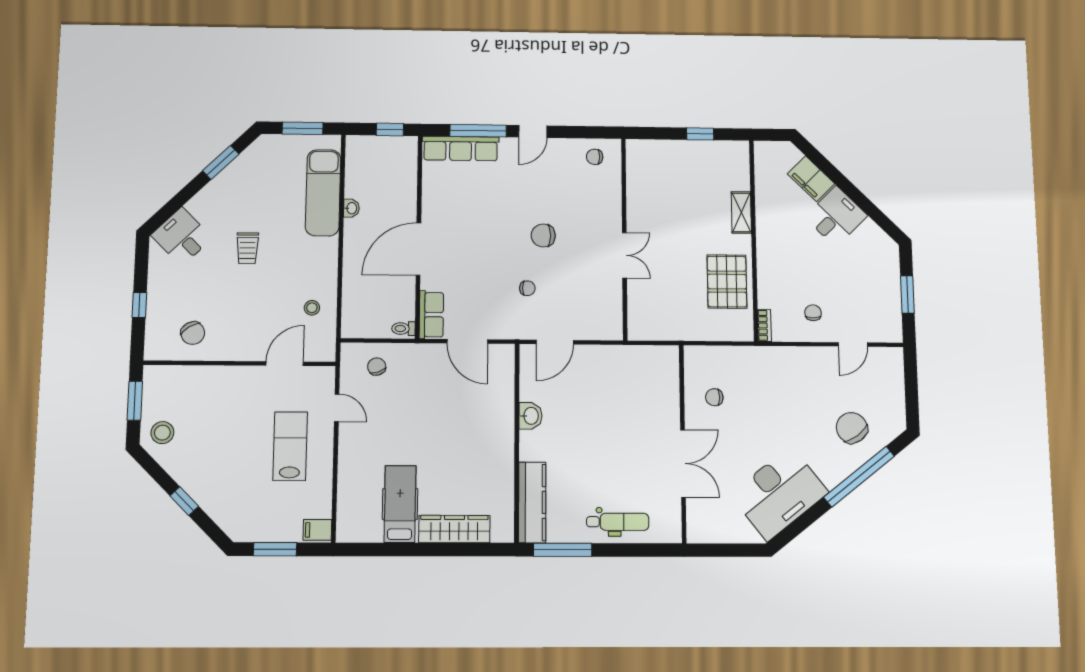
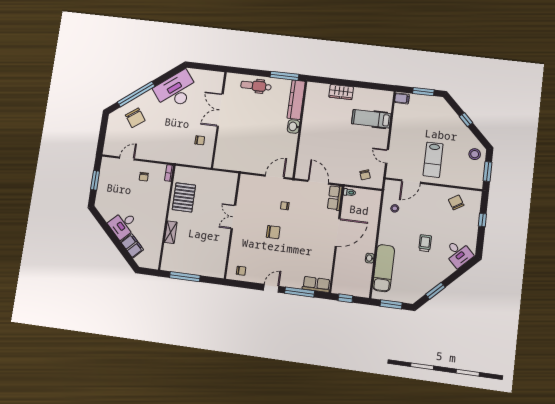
window: (700, 134) -> (185, 277), width x2.17
row of seats: (461, 149) -> (316, 284), width x0.68
washbasin: (530, 416) -> (294, 126), moved
lab bench: (290, 446) -> (433, 160), moved
hospital bed: (400, 504) -> (371, 119), moved, turned 90
wardrobe: (454, 529) -> (341, 92), width x0.67

